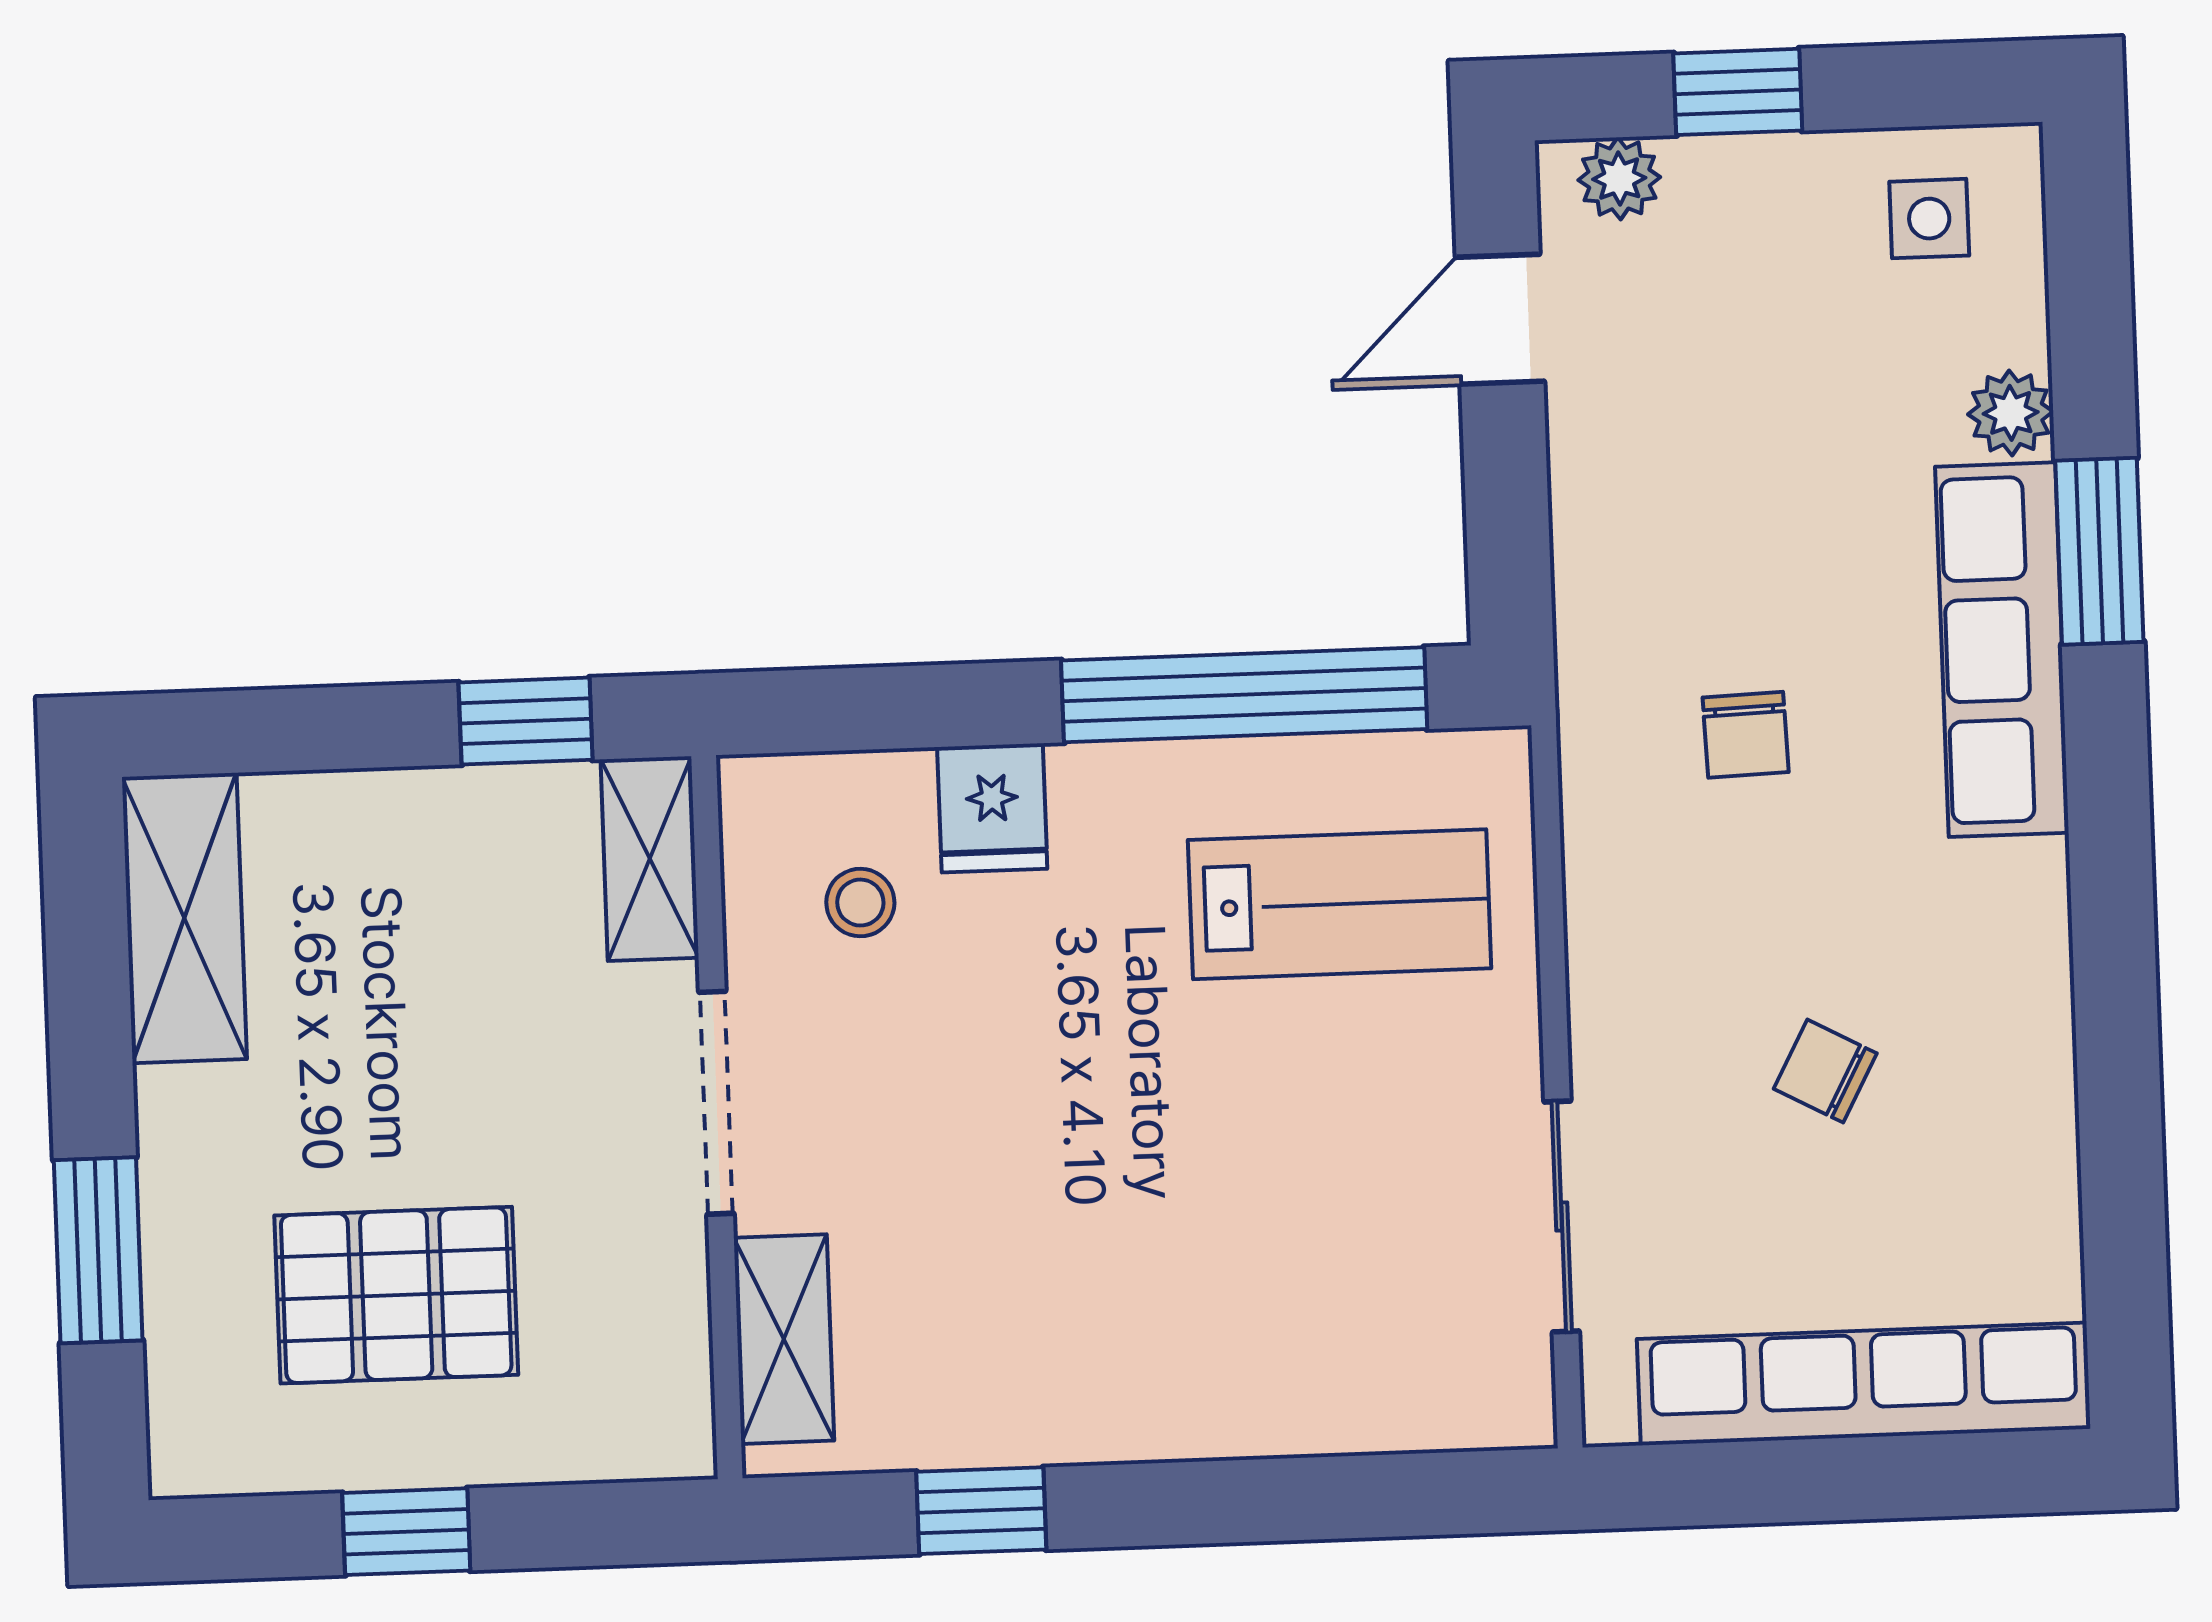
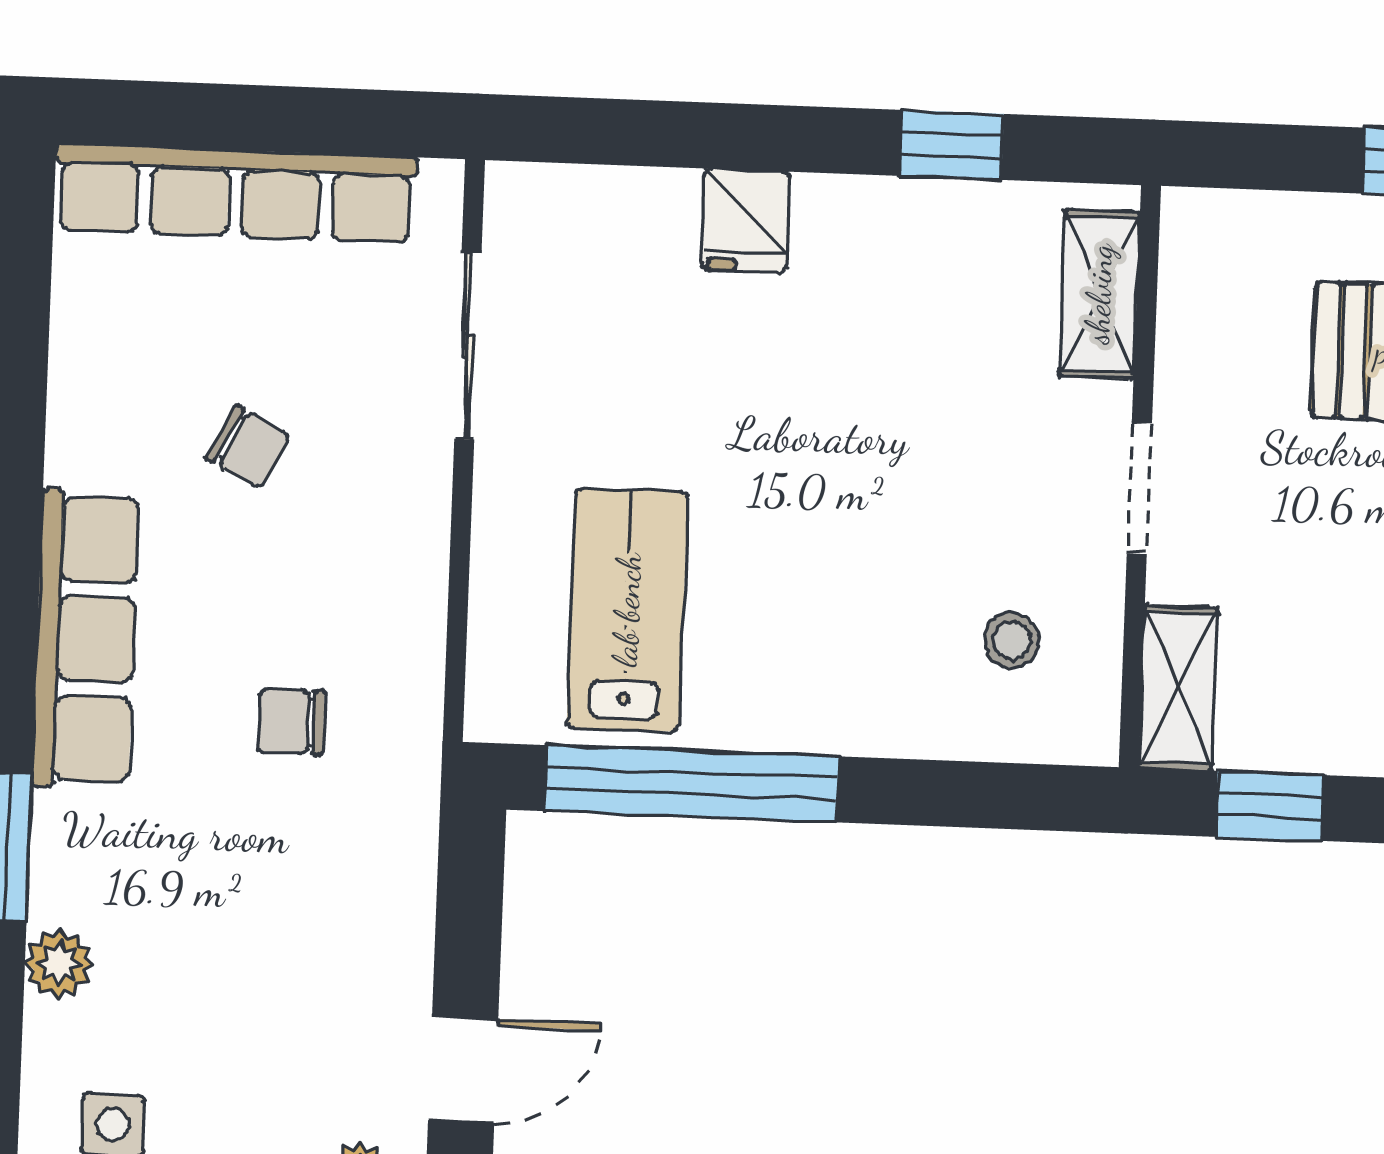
row of seats: (2002, 650) -> (86, 639), moved
chair: (1746, 735) -> (291, 721), turned -88
fridge: (992, 808) -> (746, 221), moved, turned 180
lab bench: (1340, 904) -> (627, 610), turned 90
doorway: (716, 1103) -> (1139, 488), width x0.73

